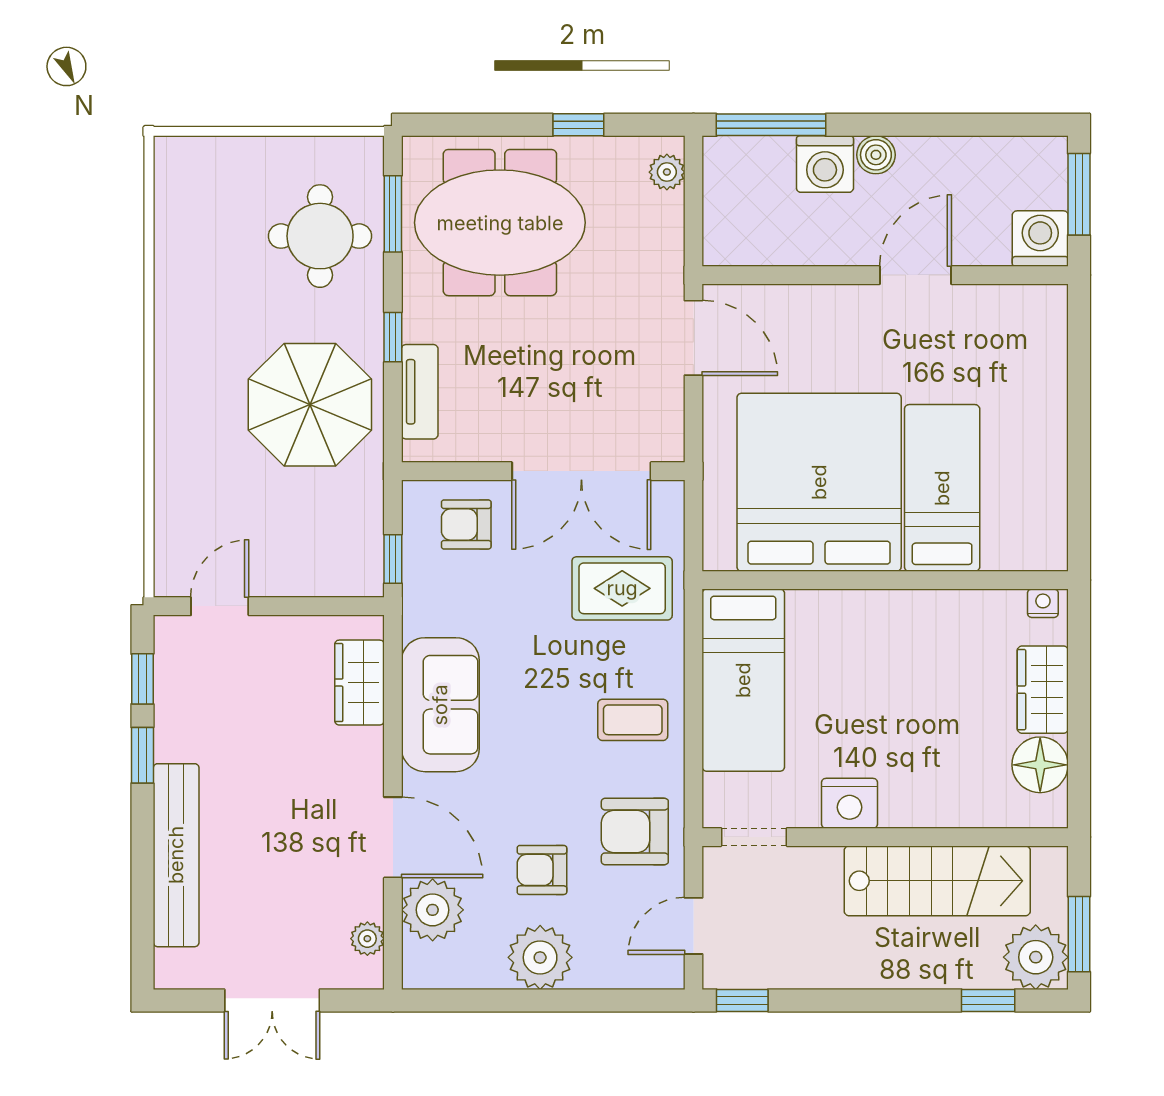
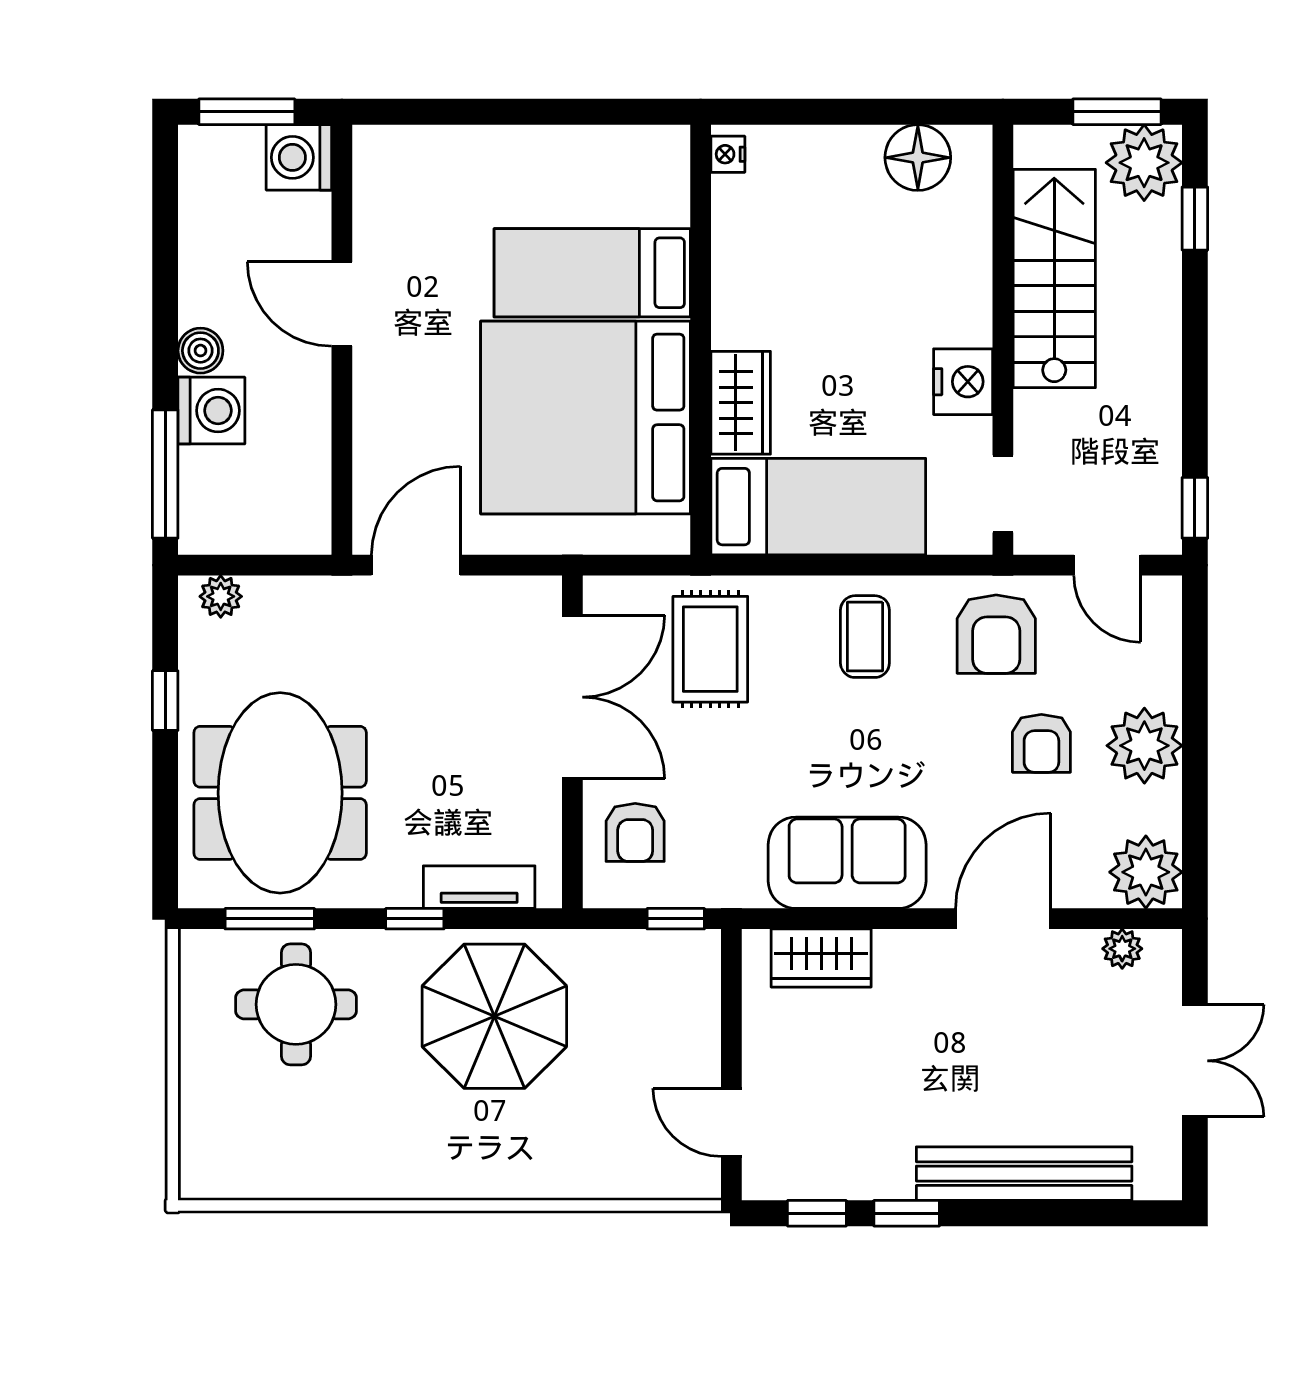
wardrobe: (1043, 690) -> (741, 403), moved, turned -90
plant: (433, 910) -> (1146, 872), moved

